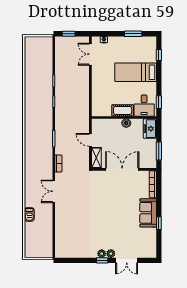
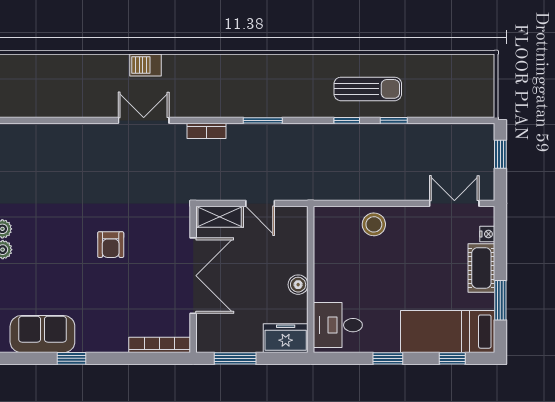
bed: (136, 72) -> (448, 332), moved, turned -90
stool: (100, 90) -> (374, 224), added
sun lounger: (40, 92) -> (368, 89), added
window: (159, 102) -> (388, 358), moved
cot: (123, 110) -> (481, 268), moved
door: (90, 140) -> (260, 203), swing flipped
armchair: (109, 206) -> (111, 245), added
sofa: (148, 213) -> (42, 334), moved
barbecue: (29, 214) -> (146, 65), moved

